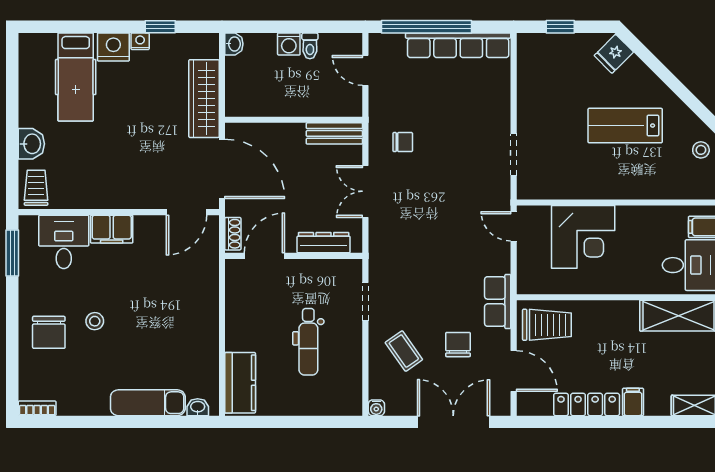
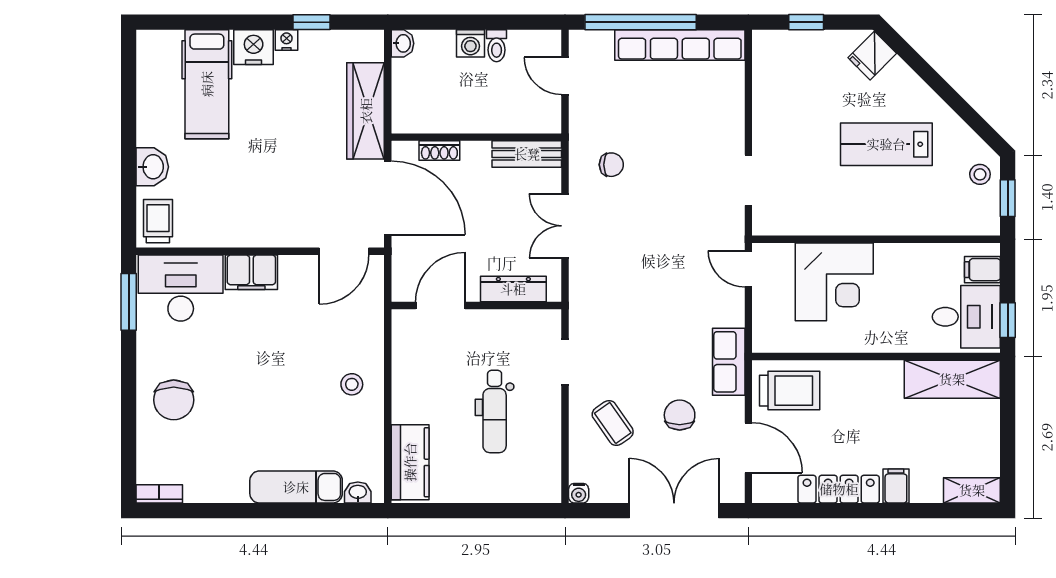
shoe rack: (233, 234) -> (439, 151), moved, turned 90
desk: (64, 242) -> (181, 288), width x1.37
stool: (95, 321) -> (352, 384), moved

